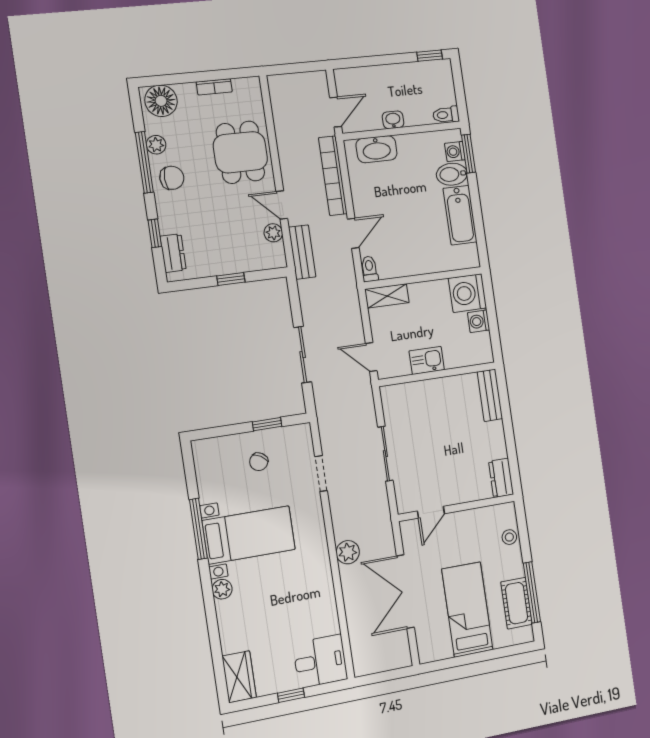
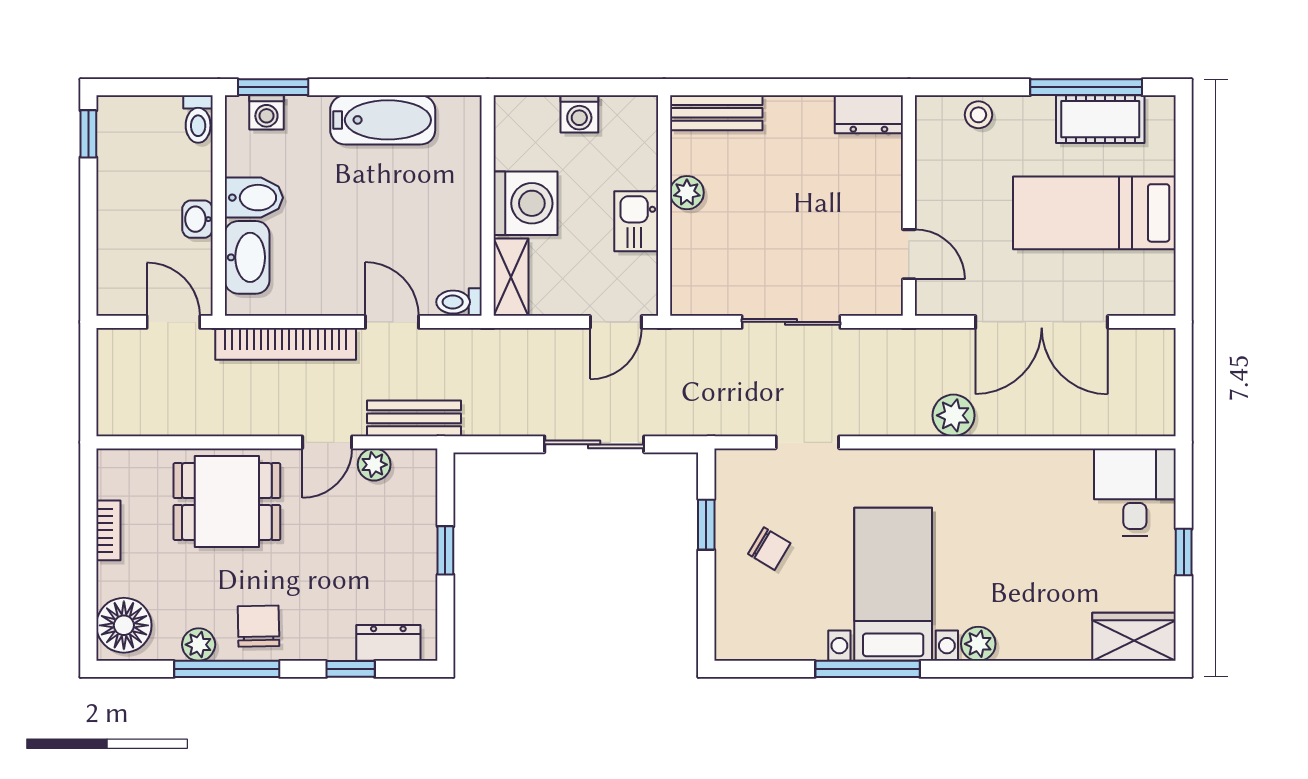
bidet: (452, 174) -> (254, 198), moved, turned -90
washing machine: (468, 293) -> (525, 203), moved, turned -90
plant: (446, 386) -> (687, 193), added

